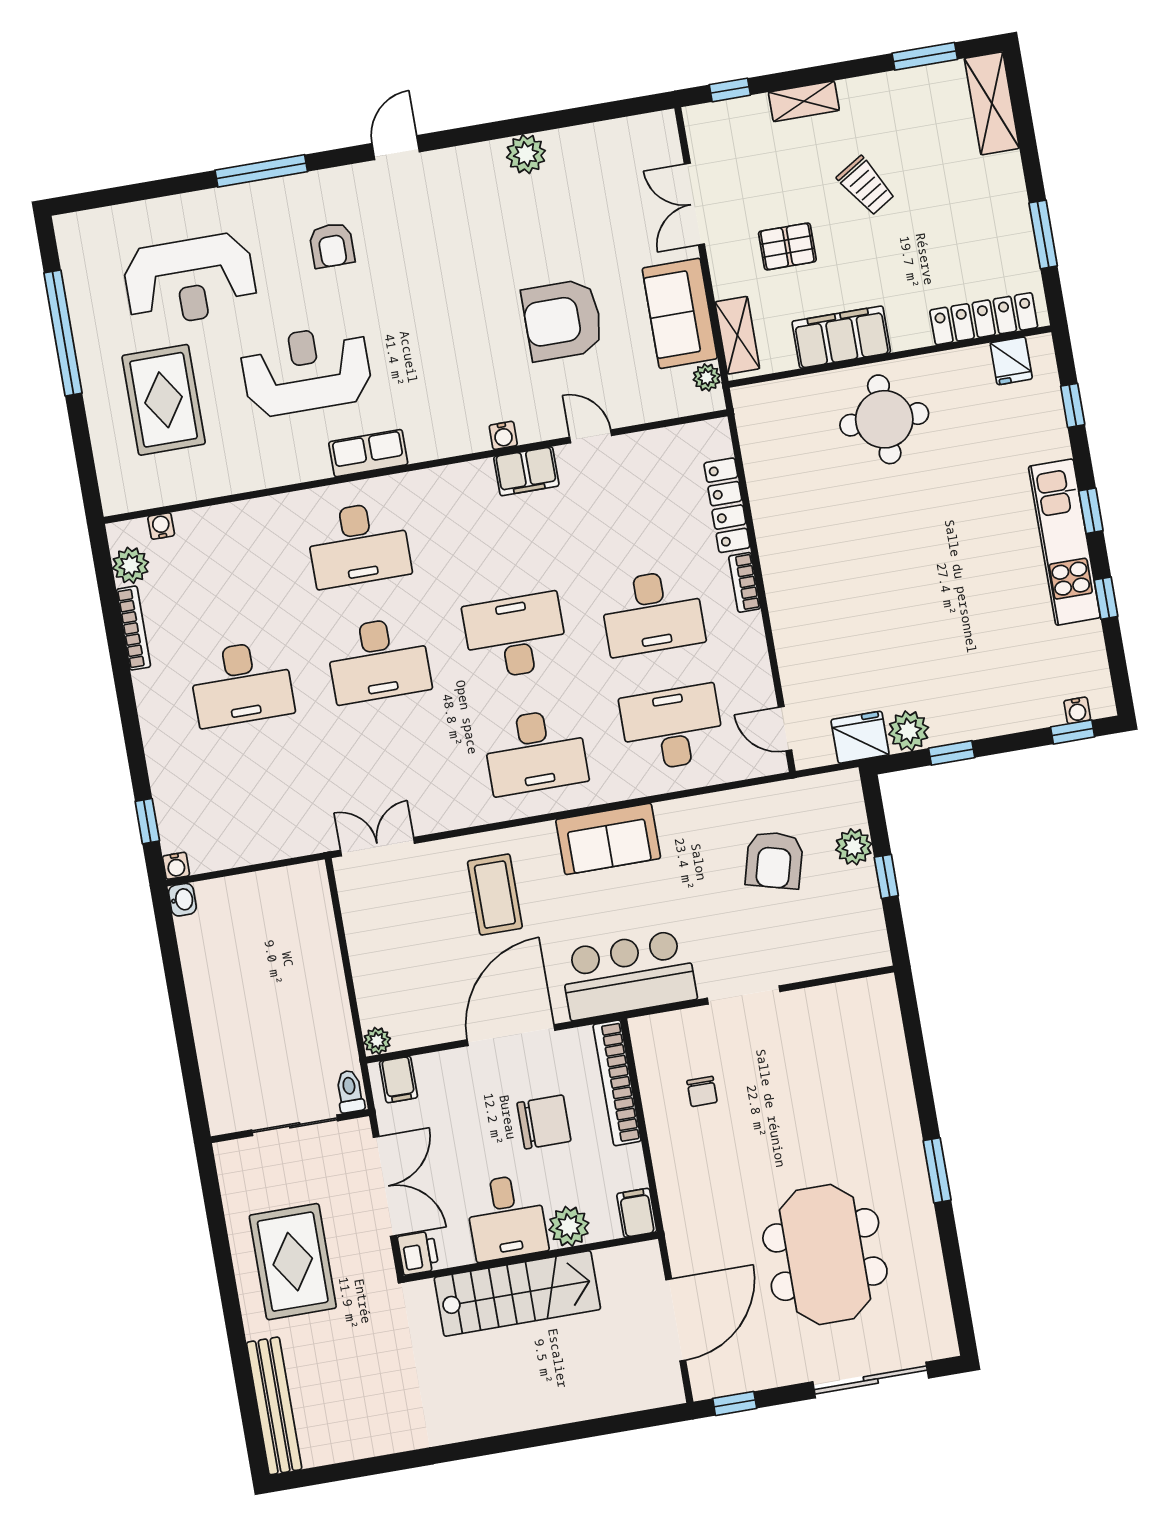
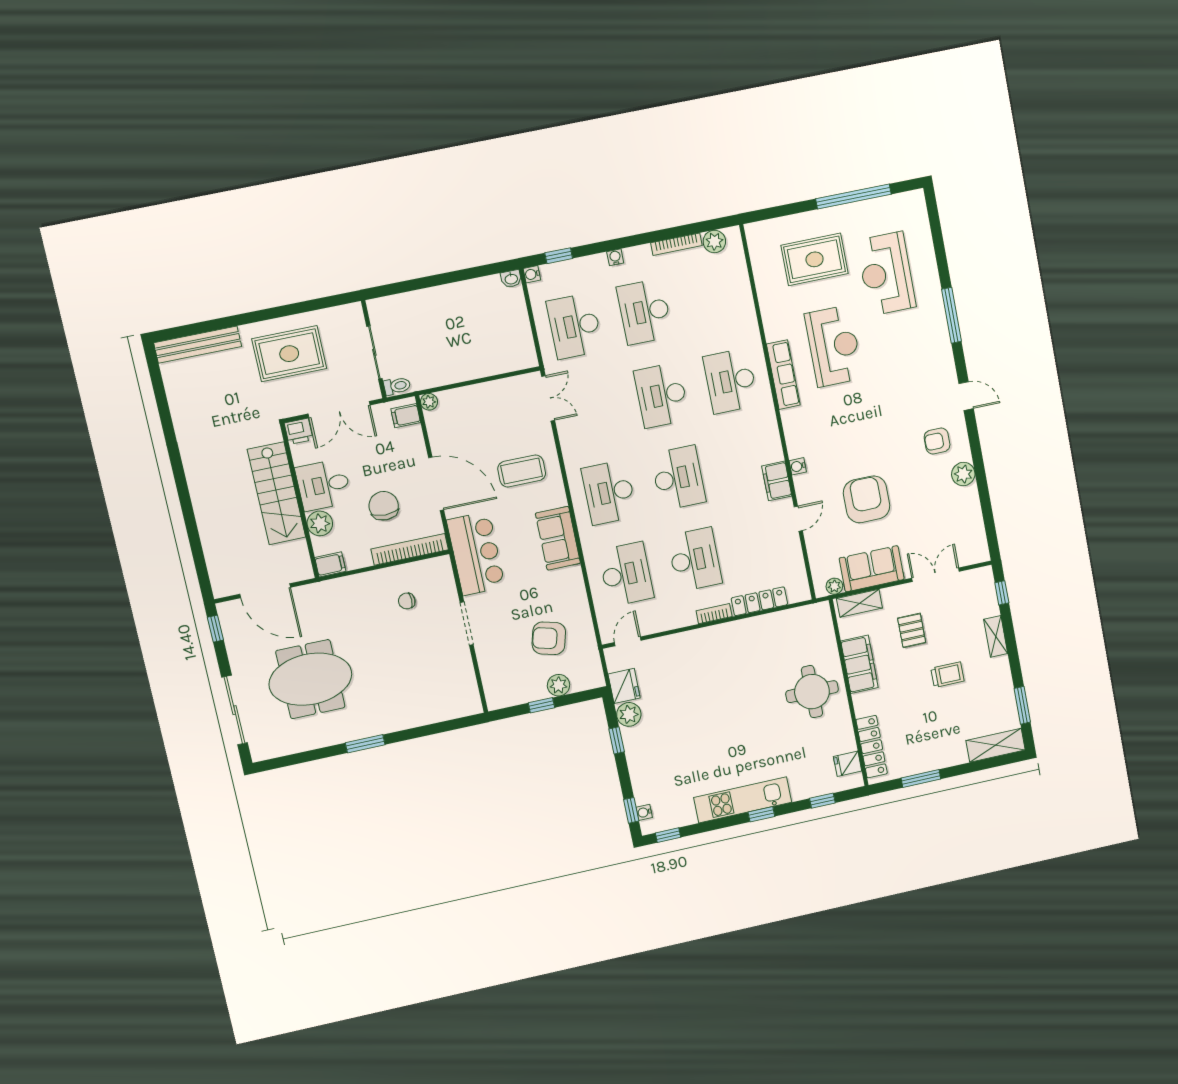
trolley: (866, 186) -> (947, 675), turned -148
armchair: (332, 245) -> (937, 441), moved
row of seats: (368, 453) -> (783, 375), width x1.48
water cooler: (161, 526) -> (615, 257), moved, turned -90
window: (1106, 598) -> (668, 835), moved
desk: (652, 612) -> (695, 559), turned 180
desk: (261, 799) -> (575, 326), added
chair: (544, 1122) -> (384, 506), turned 180

